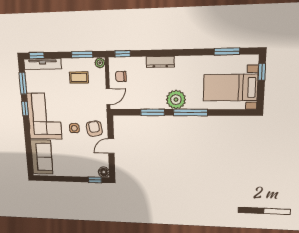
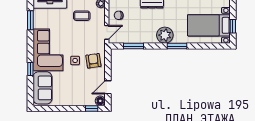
window: (262, 72) -> (233, 26), moved
window: (25, 109) -> (30, 69), moved
window: (153, 112) -> (134, 46), moved
window: (190, 112) -> (177, 46), width x0.69
door: (111, 146) -> (108, 87), moved

